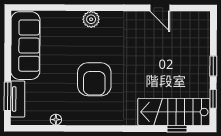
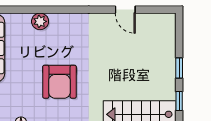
plant: (91, 19) -> (40, 21), moved

